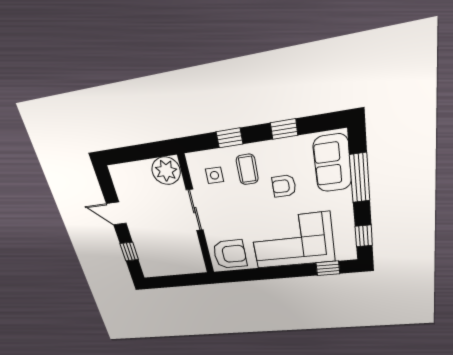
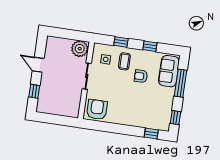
corner sofa: (292, 241) -> (136, 110), removed
armchair: (230, 254) -> (97, 110), turned -90

